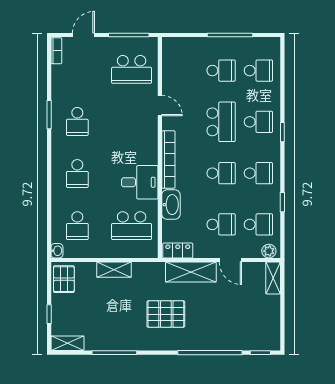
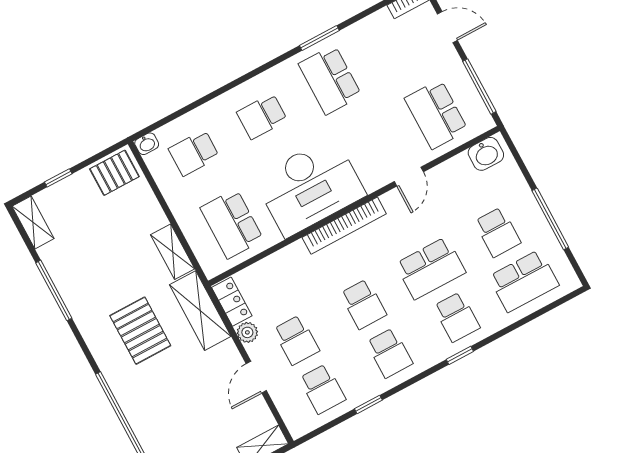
school desk: (258, 71) -> (524, 281), width x1.85
school desk: (77, 121) -> (330, 80), width x1.85
desk: (140, 182) -> (310, 187), width x1.87, depth x1.30
washbasin: (171, 205) -> (486, 154), moved, width x0.72
plant: (269, 251) -> (247, 332), moved
shelving: (114, 270) -> (173, 252), moved
shelving: (191, 272) -> (200, 311), moved

